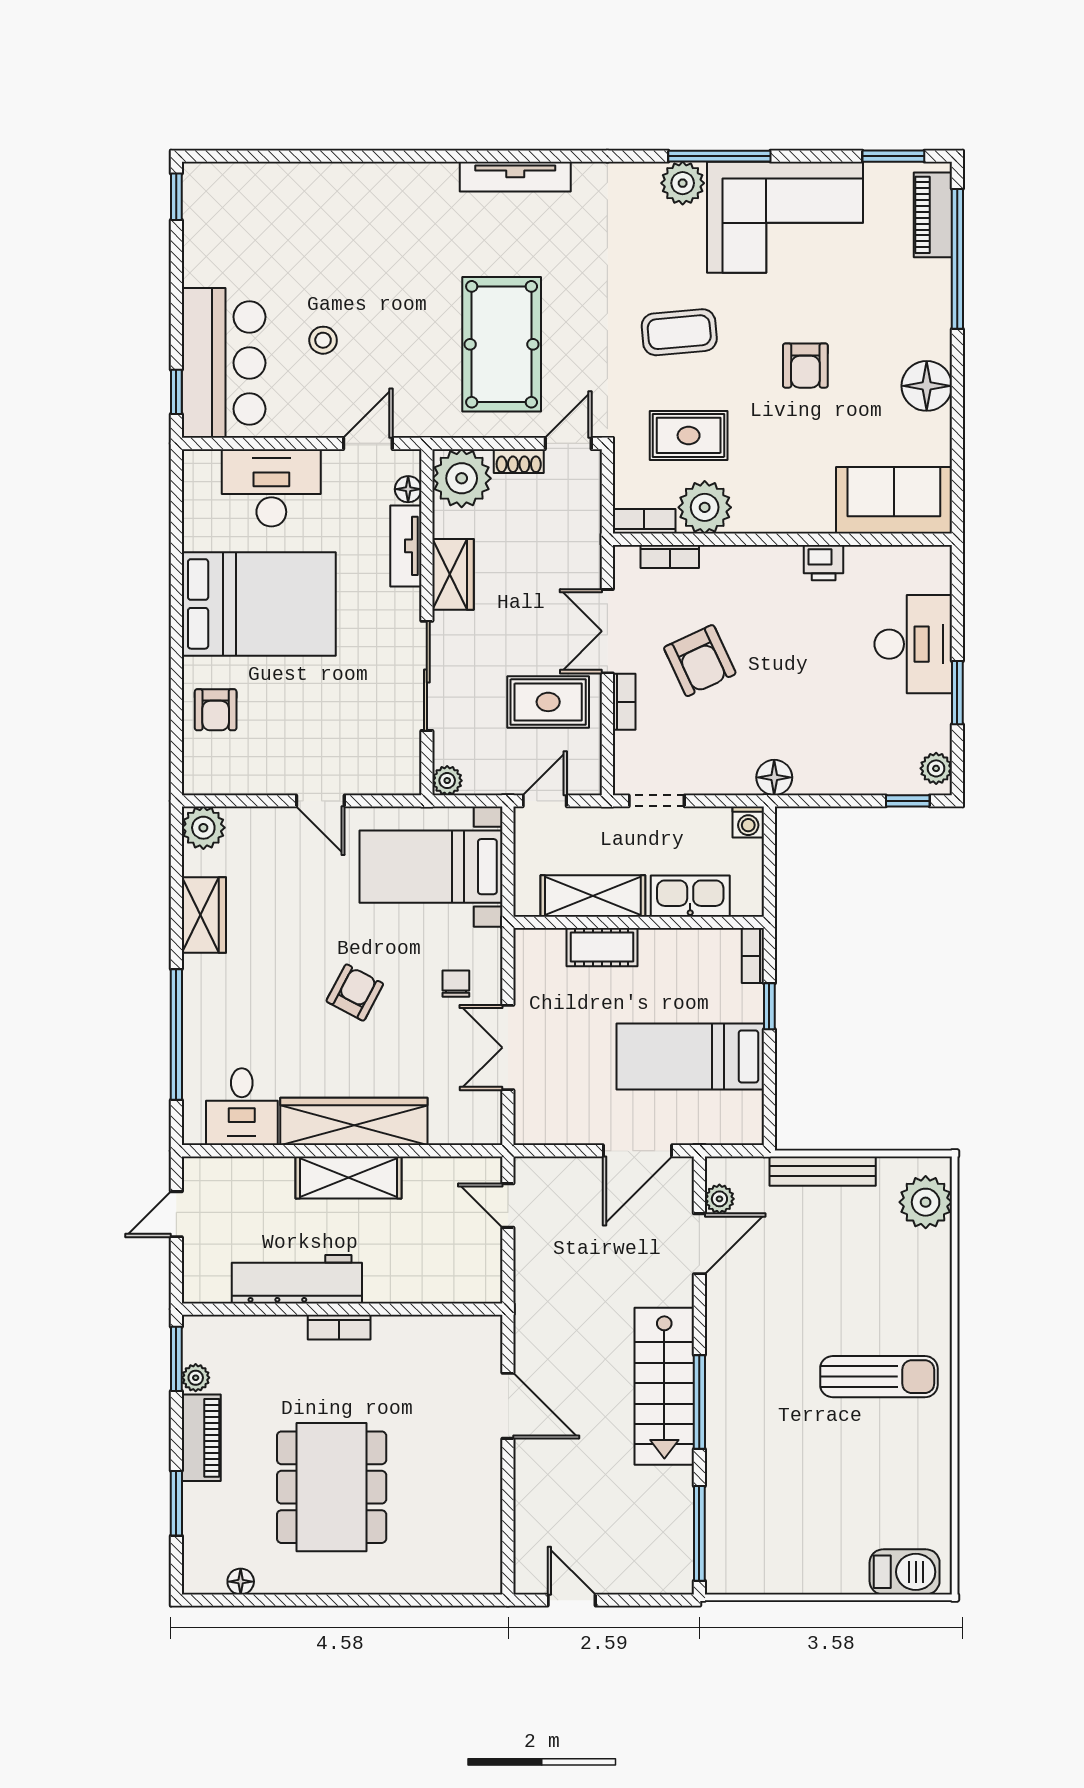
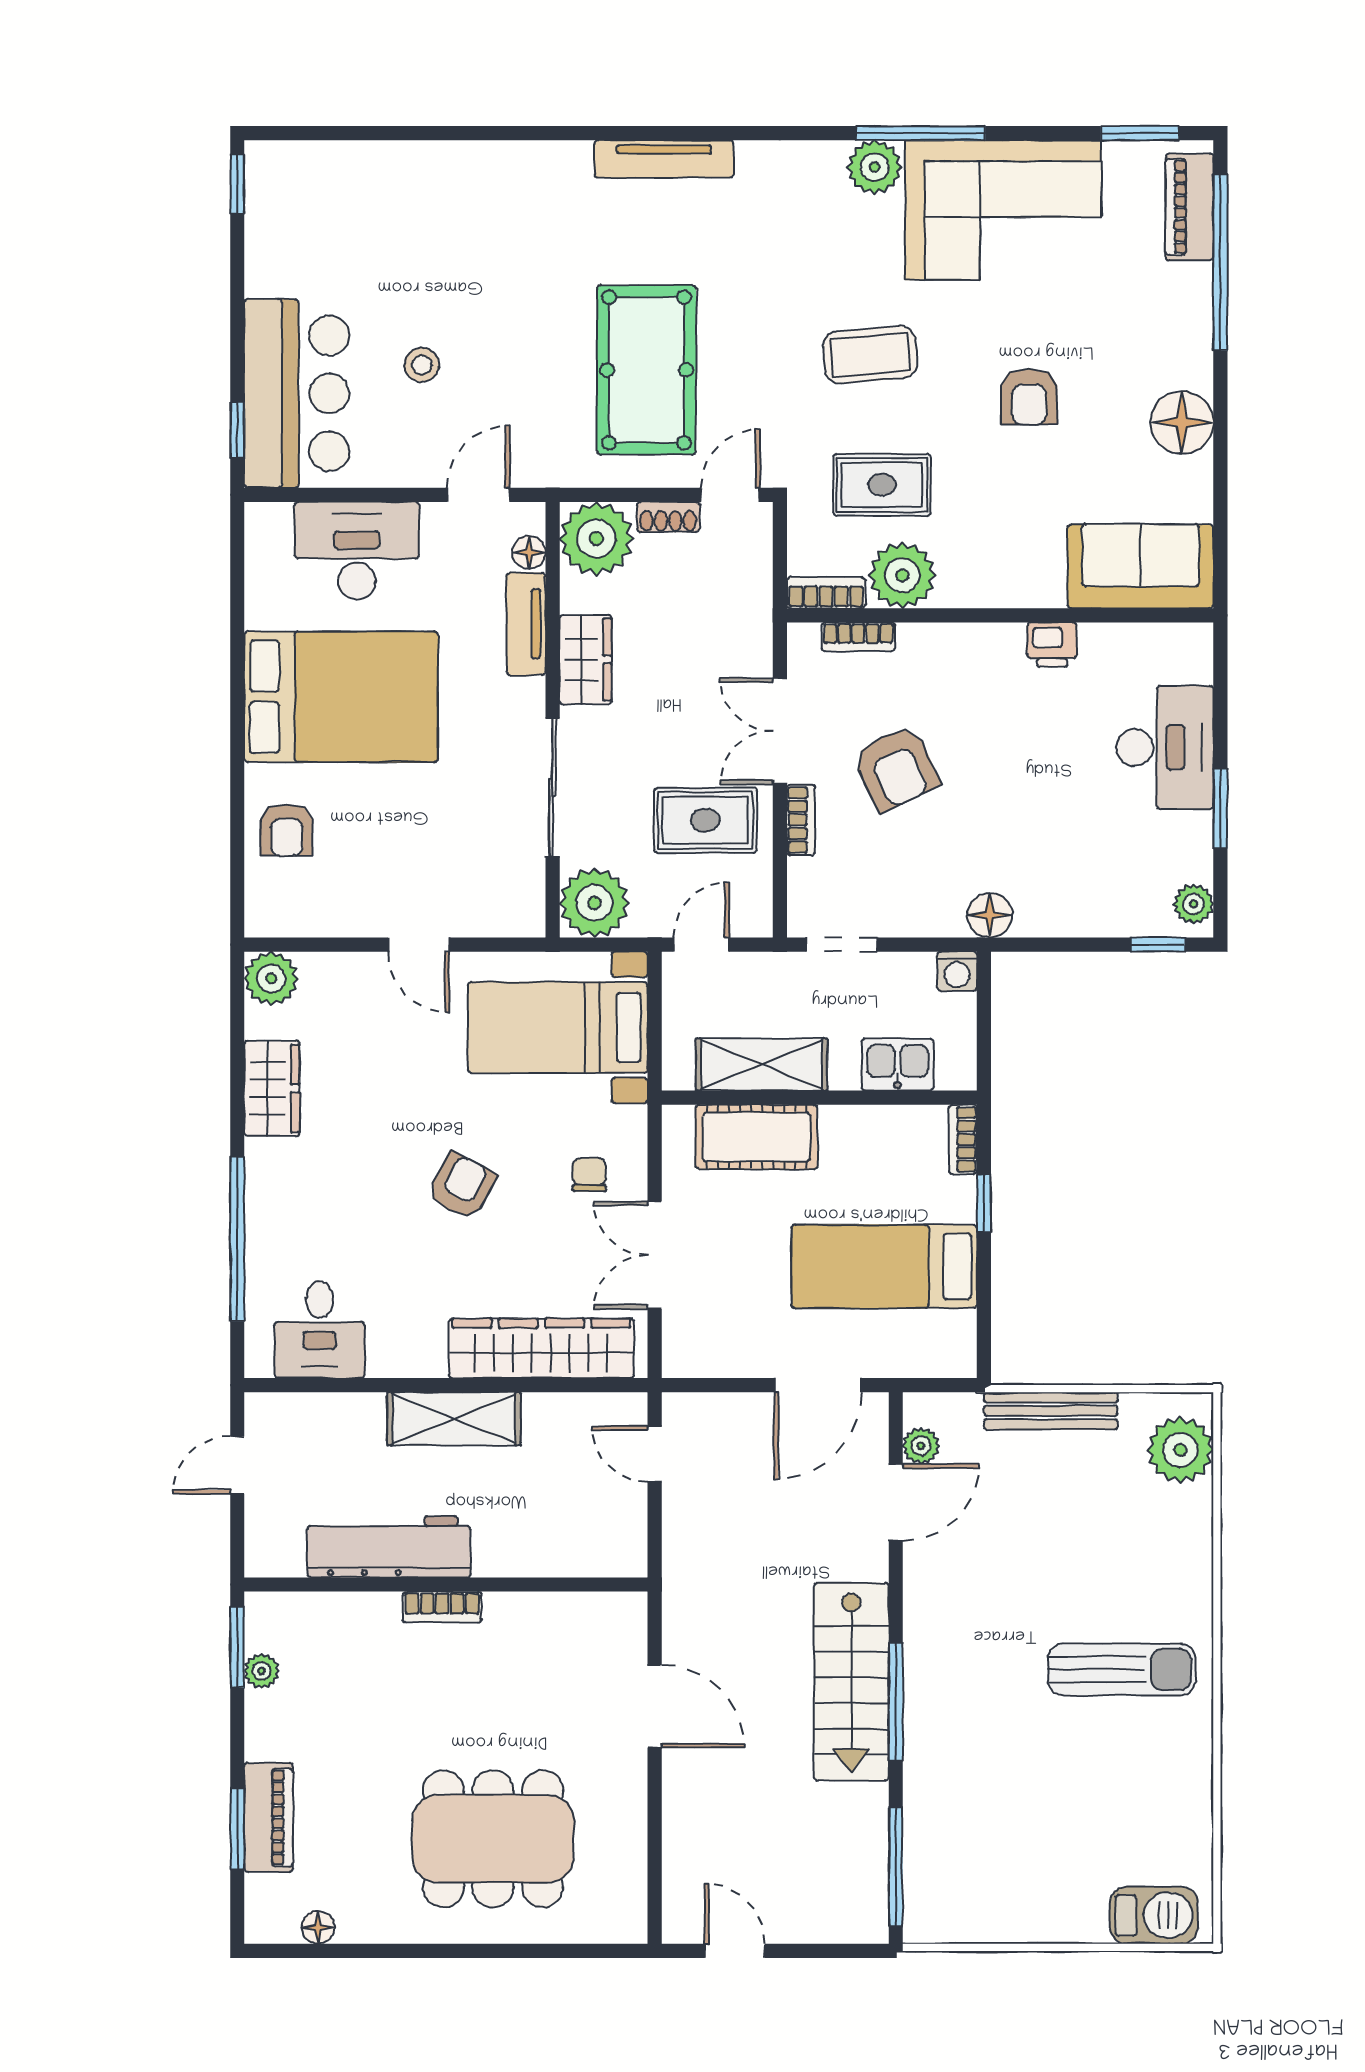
plant: (447, 781) -> (594, 903), width x1.88, depth x1.88
kitchen sink: (690, 896) -> (898, 1065), width x0.73
cot: (602, 947) -> (757, 1137), width x1.37, depth x1.34
wardrobe: (354, 1121) -> (541, 1348), moved
piano: (201, 1438) -> (269, 1817), moved
dining table: (332, 1487) -> (493, 1839), moved, turned 90

